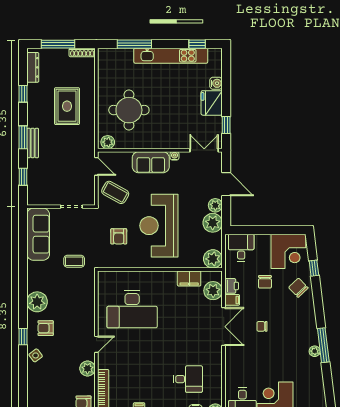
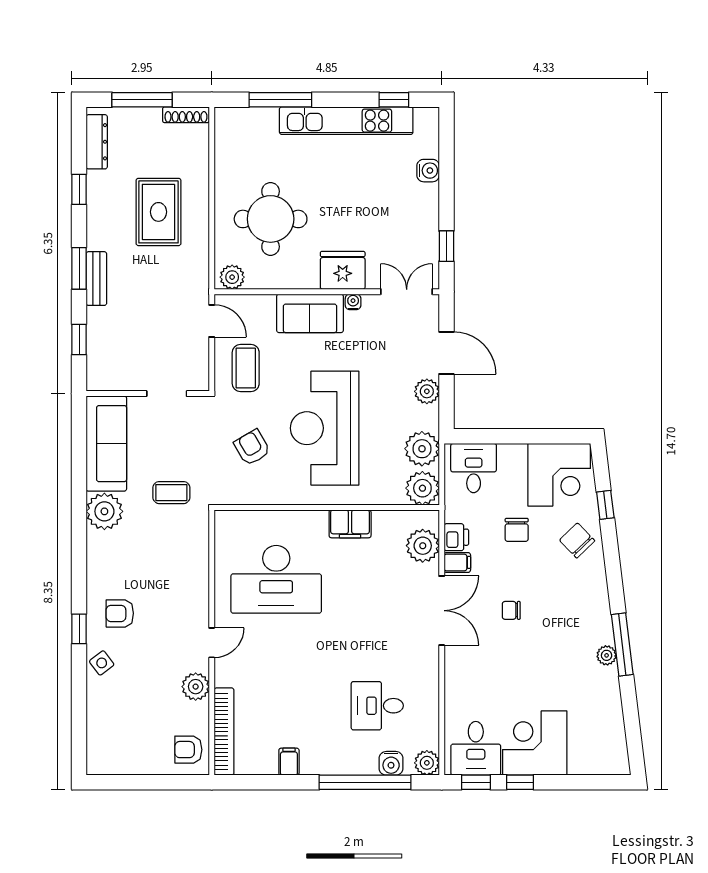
fridge: (212, 103) -> (343, 270), moved, turned 90
coffee table: (115, 192) -> (246, 368), turned 61
plant: (213, 223) -> (422, 449), moved
armchair: (119, 236) -> (252, 447), turned 150
filing cabinet: (189, 279) -> (350, 524), moved
plant: (37, 302) -> (104, 511), moved
desk: (188, 379) -> (377, 706), turned 180

